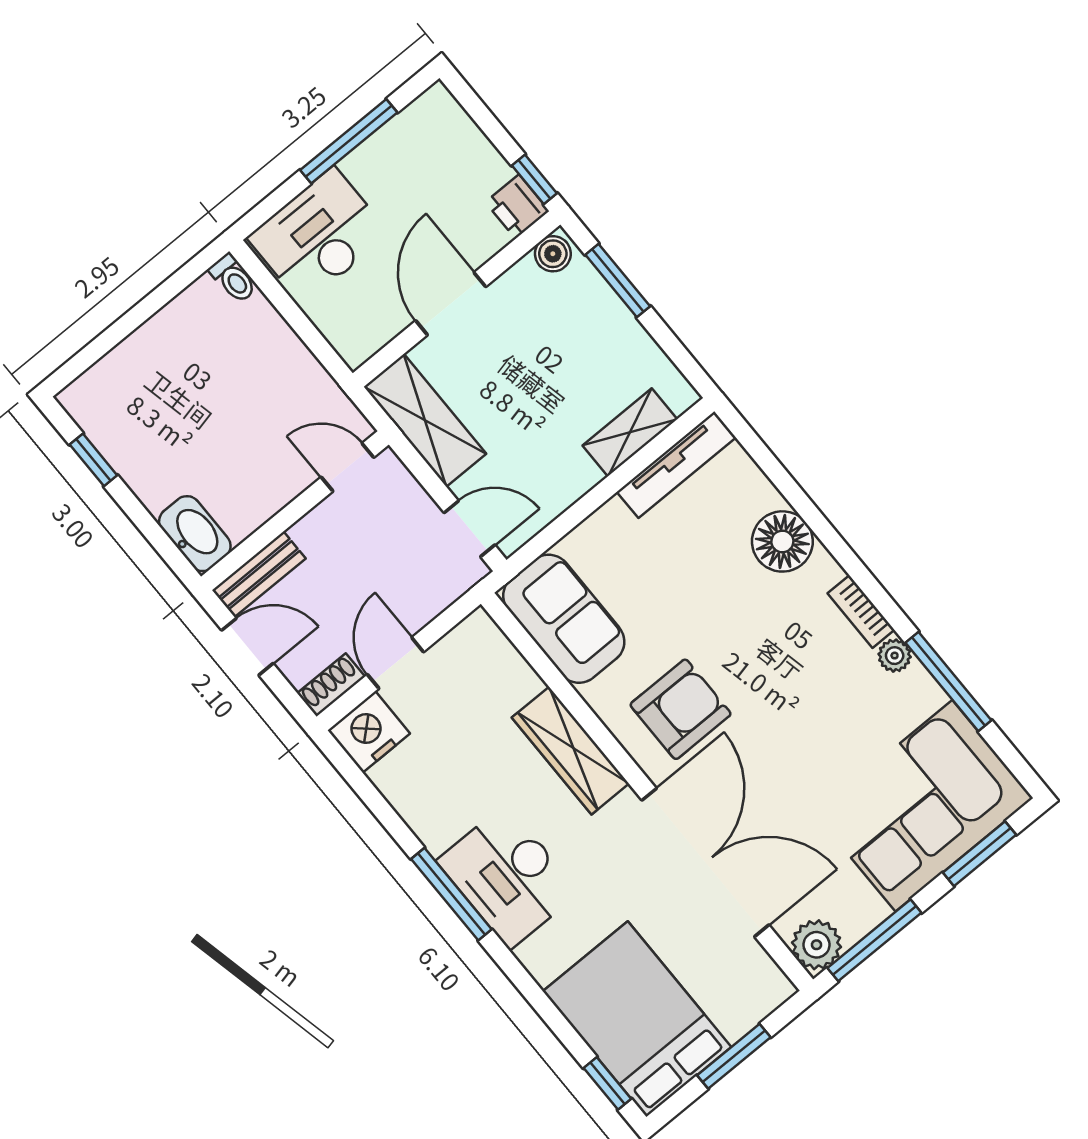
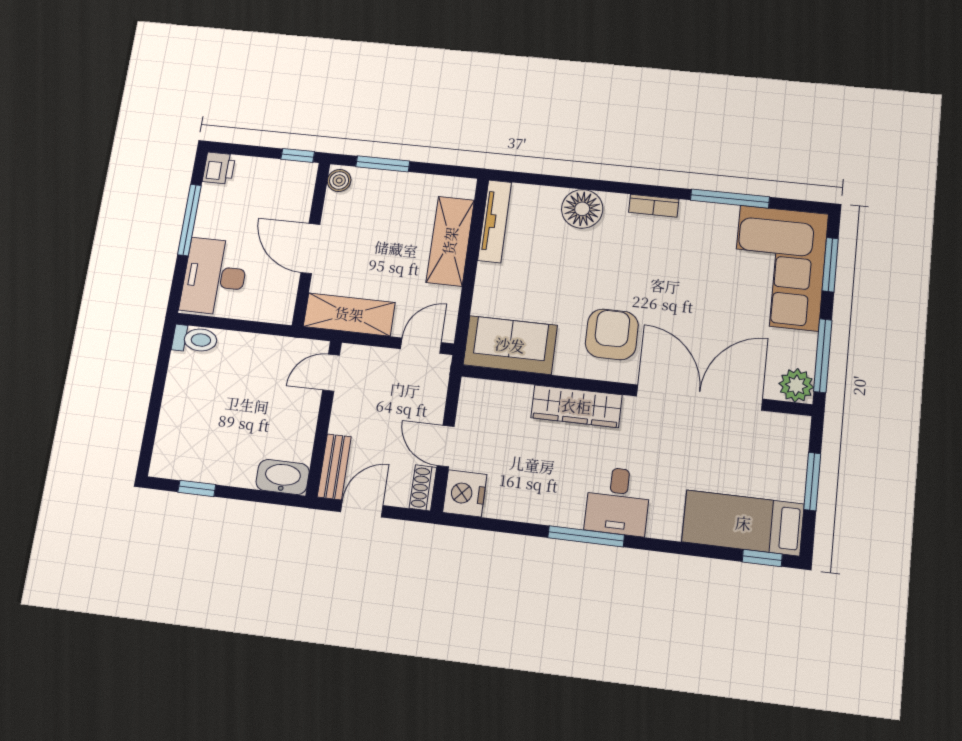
printer: (517, 207) -> (219, 168), moved, turned -90
toilet: (233, 278) -> (195, 339), width x1.37, depth x1.39
shelving: (630, 432) -> (450, 241), width x1.50, depth x1.33
plant: (895, 656) -> (691, 211), removed
desk: (508, 877) -> (618, 501), width x0.73
bed: (637, 1019) -> (743, 523), width x0.67

